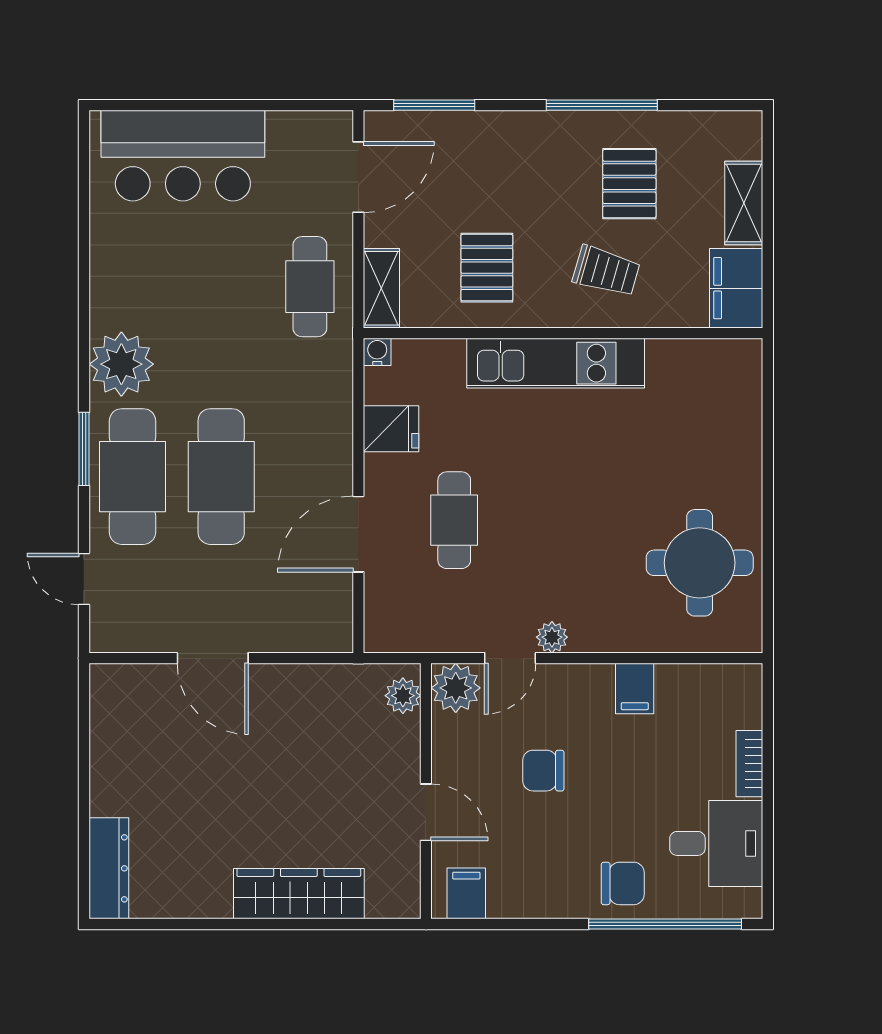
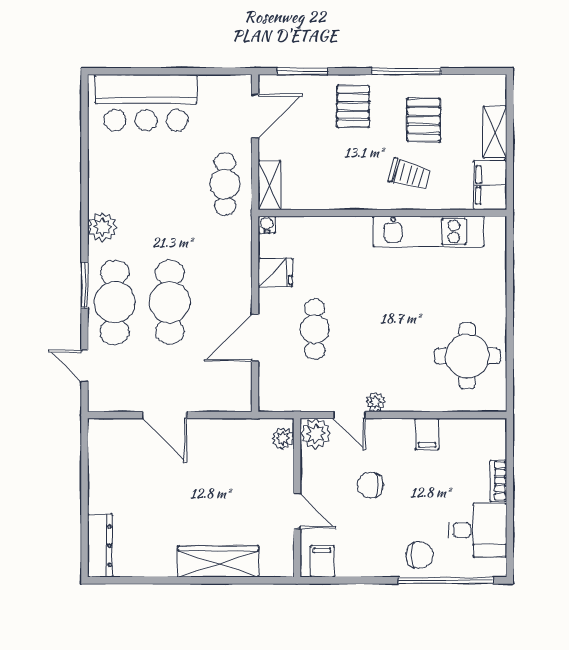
pallet: (487, 268) -> (353, 106), moved
kitchen unit: (556, 363) -> (429, 232), moved
plant: (121, 364) -> (102, 227), width x0.73, depth x0.73
door: (510, 658) -> (349, 415), hinge flipped

